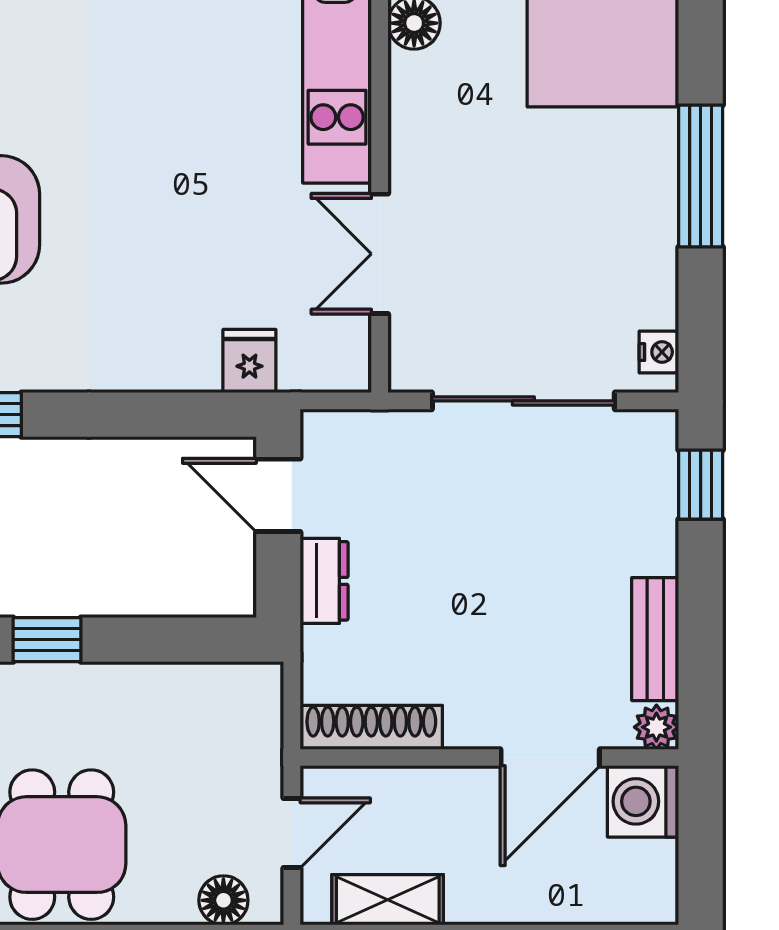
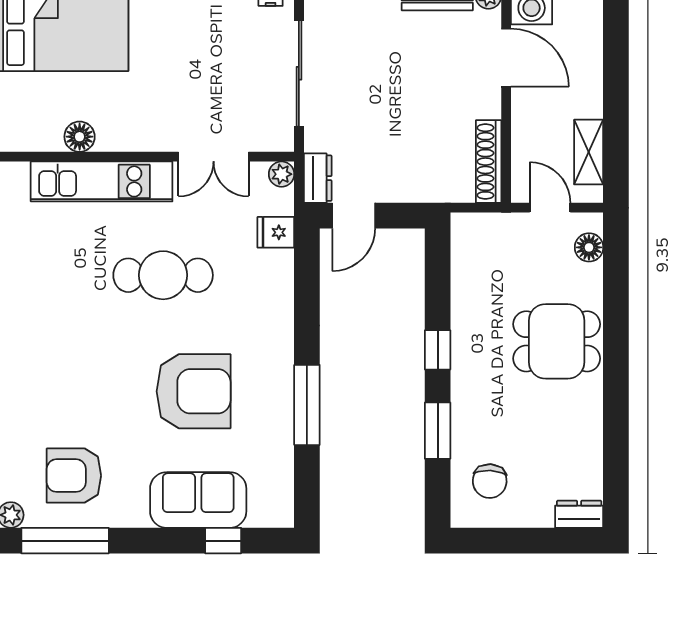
cafe table: (176, 167) -> (163, 275), added
plant: (350, 371) -> (282, 174), added
dresser: (324, 581) -> (318, 178), moved, turned 90

